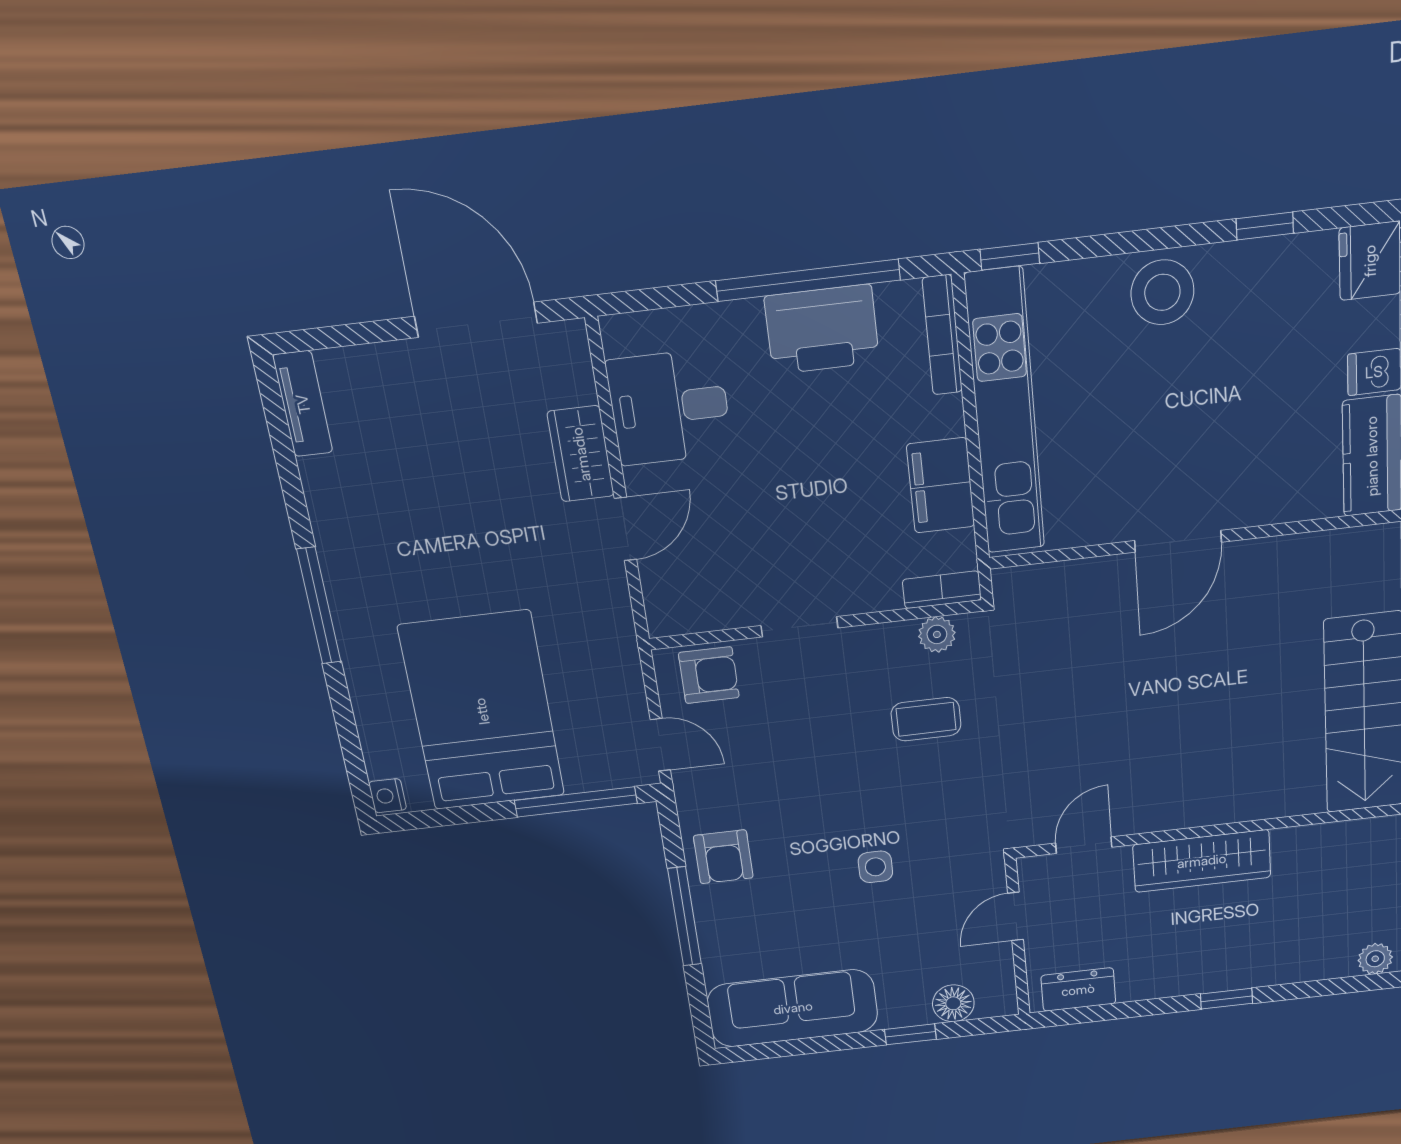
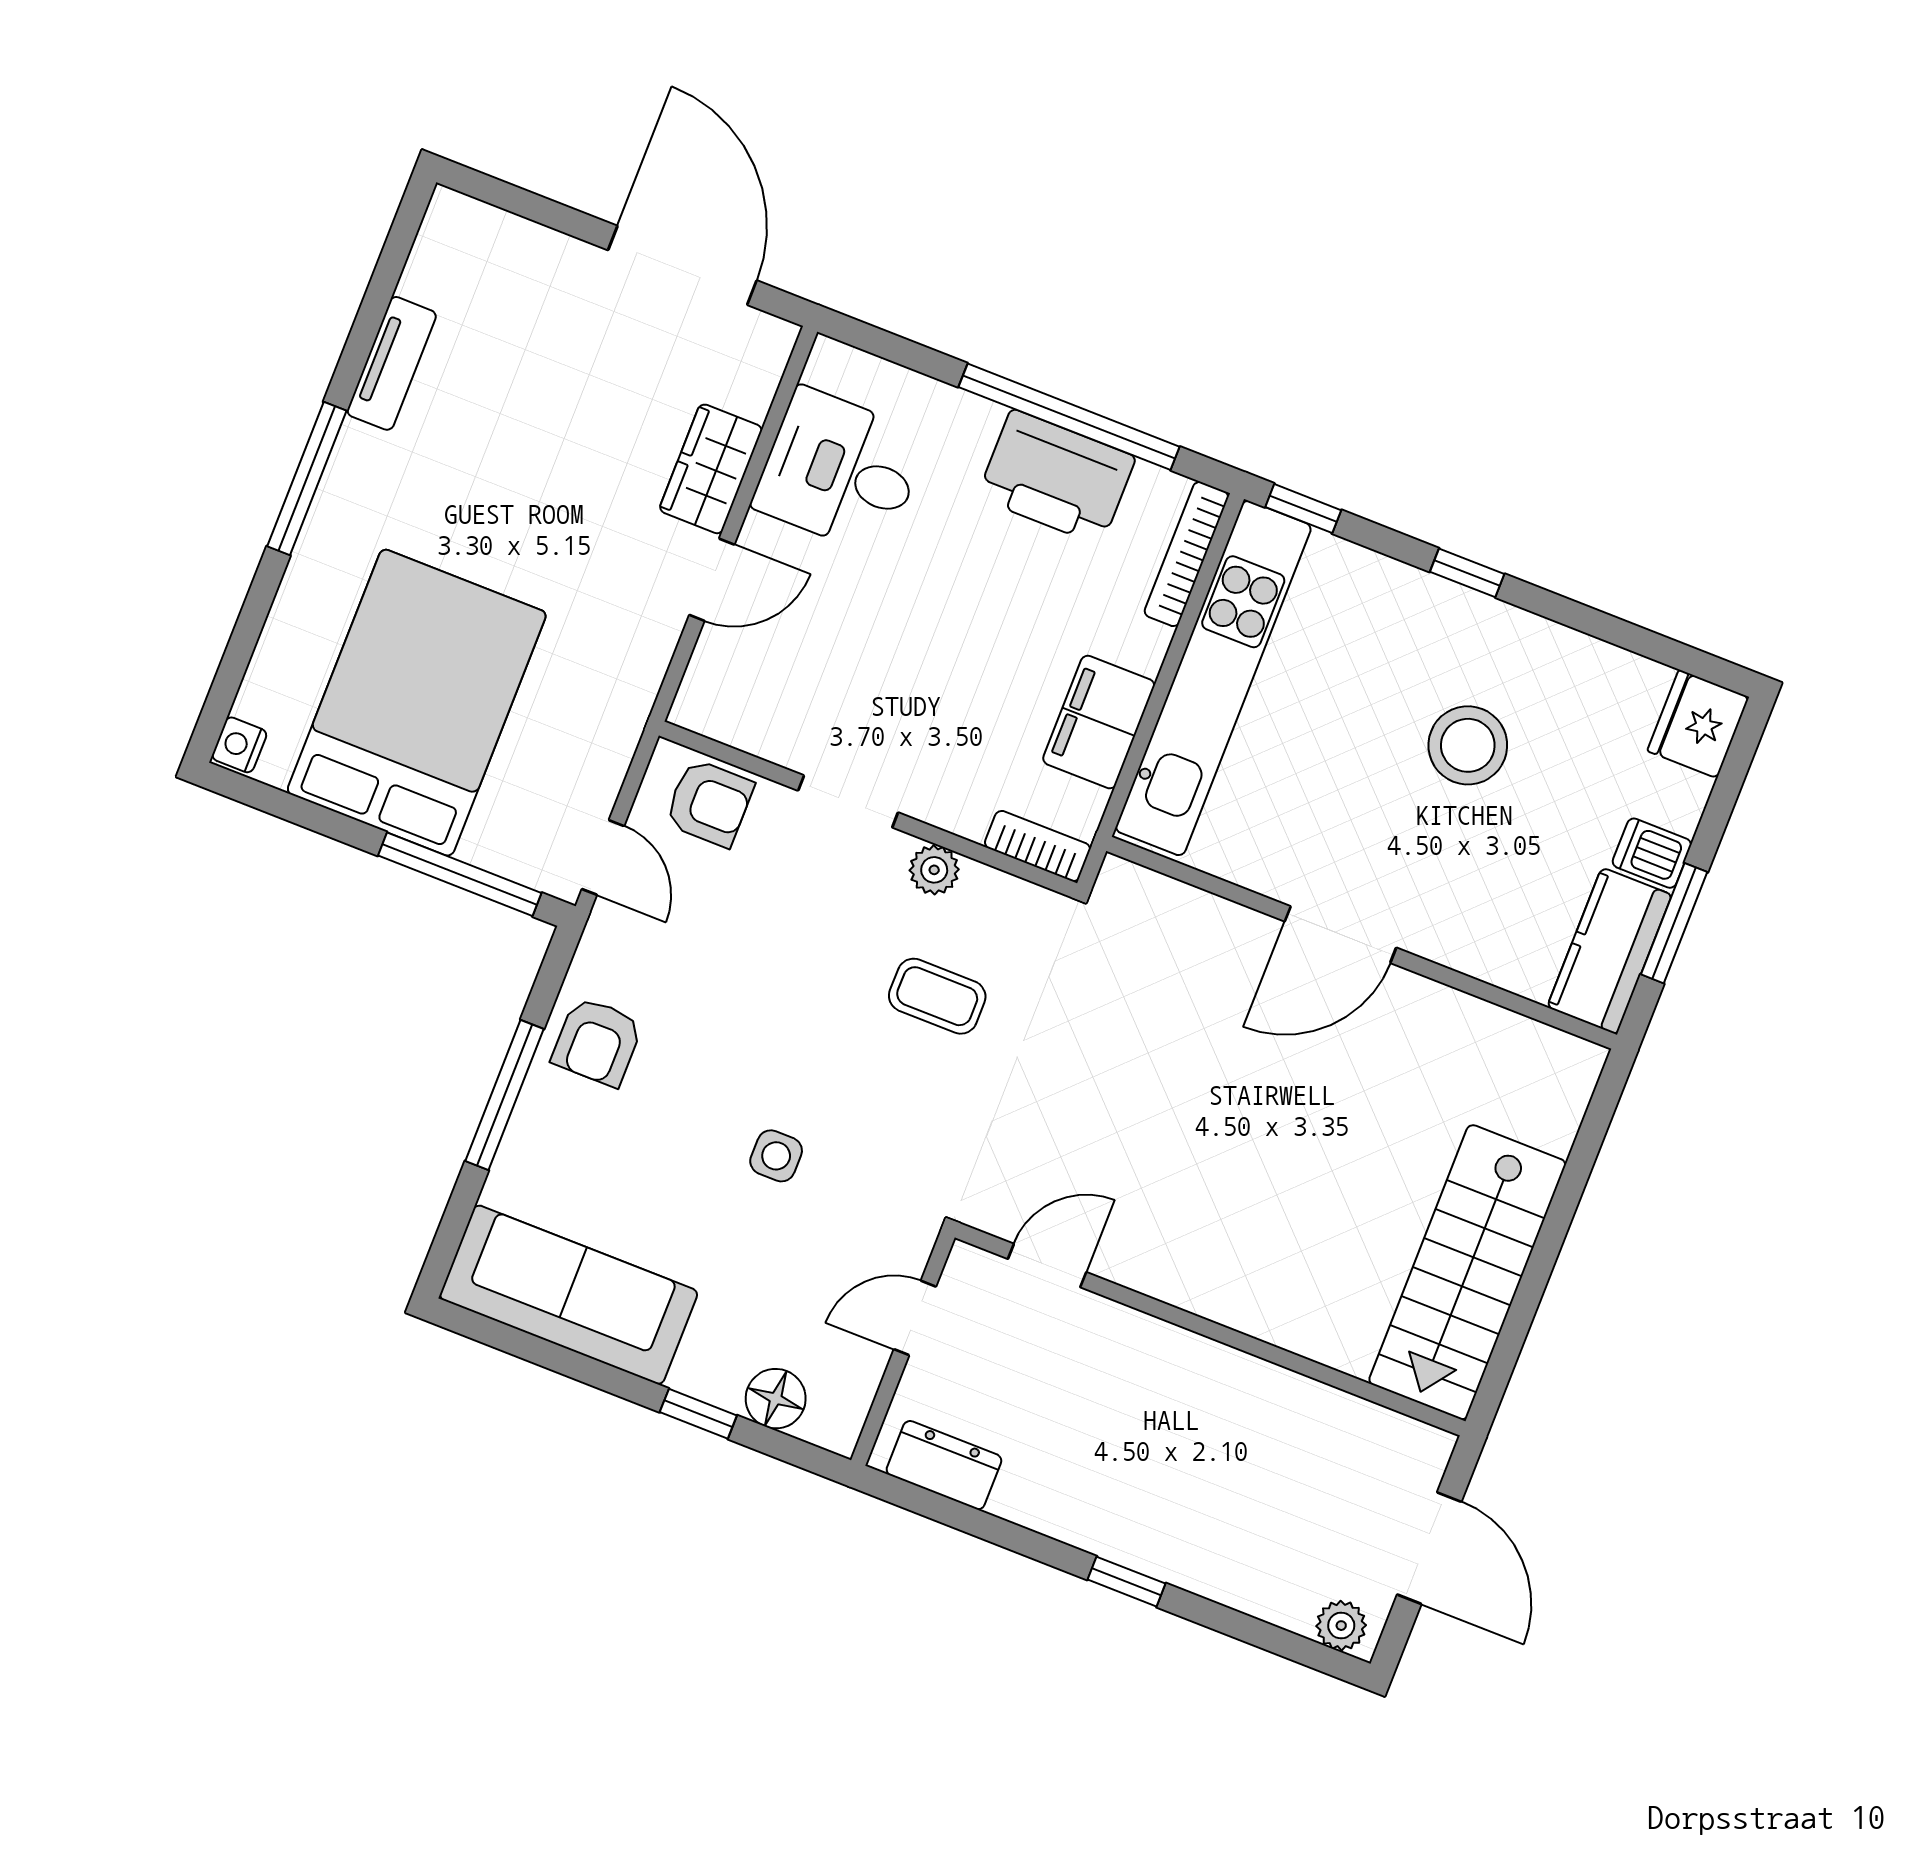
window: (1265, 226) -> (1467, 573), moved
stool: (1162, 292) -> (1468, 745), moved
tv unit: (303, 404) -> (392, 363), moved
plant: (937, 634) -> (934, 870), moved
wardrobe: (1202, 861) -> (1183, 1366), removed

